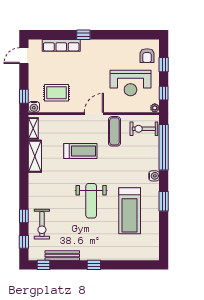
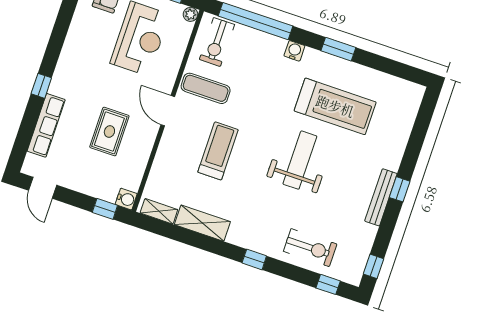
rug: (57, 93) -> (109, 132), moved
weight bench: (91, 201) -> (300, 160), turned -90
window: (24, 216) -> (254, 259), moved
bench: (62, 256) -> (381, 197), moved

